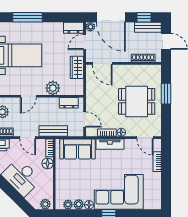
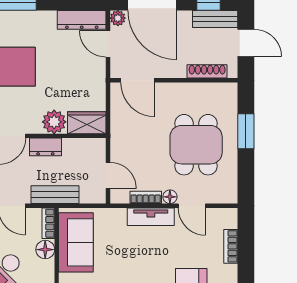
dresser: (73, 28) -> (82, 20), width x1.44
door: (85, 42) -> (108, 44), hinge flipped
wardrobe: (77, 67) -> (87, 123), moved, turned 90
dining table: (137, 101) -> (196, 145), turned 90
dresser: (69, 103) -> (45, 147), moved
door: (145, 138) -> (192, 206), moved
sofa: (78, 149) -> (76, 242), moved, turned -90

